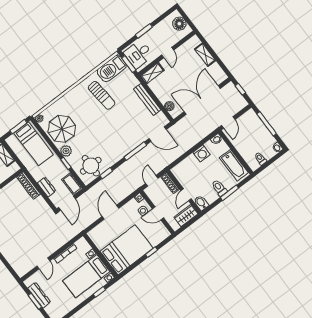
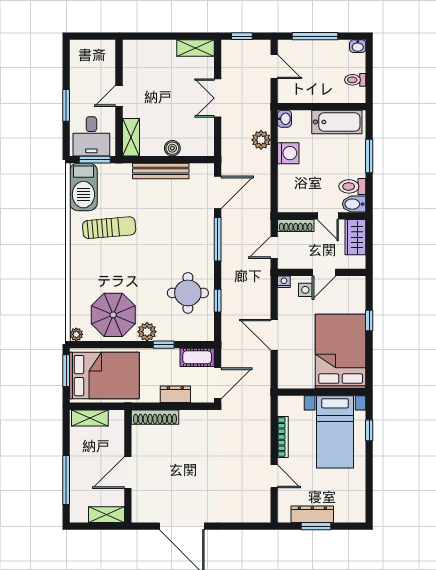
floor lamp: (179, 24) -> (92, 51), removed
door: (168, 53) -> (119, 96), swing flipped
shelving: (205, 55) -> (196, 48), moved
double door: (202, 100) -> (218, 98), width x0.54
boiler: (169, 106) -> (172, 148), moved
door: (228, 122) -> (274, 67), moved
plant: (198, 136) -> (261, 140), added
bed: (34, 144) -> (104, 376), width x1.50
round table: (91, 166) -> (188, 293), moved
door: (152, 181) -> (274, 247), hinge flipped
toilet: (219, 188) -> (352, 186), moved
door: (67, 203) -> (218, 383), hinge flipped

